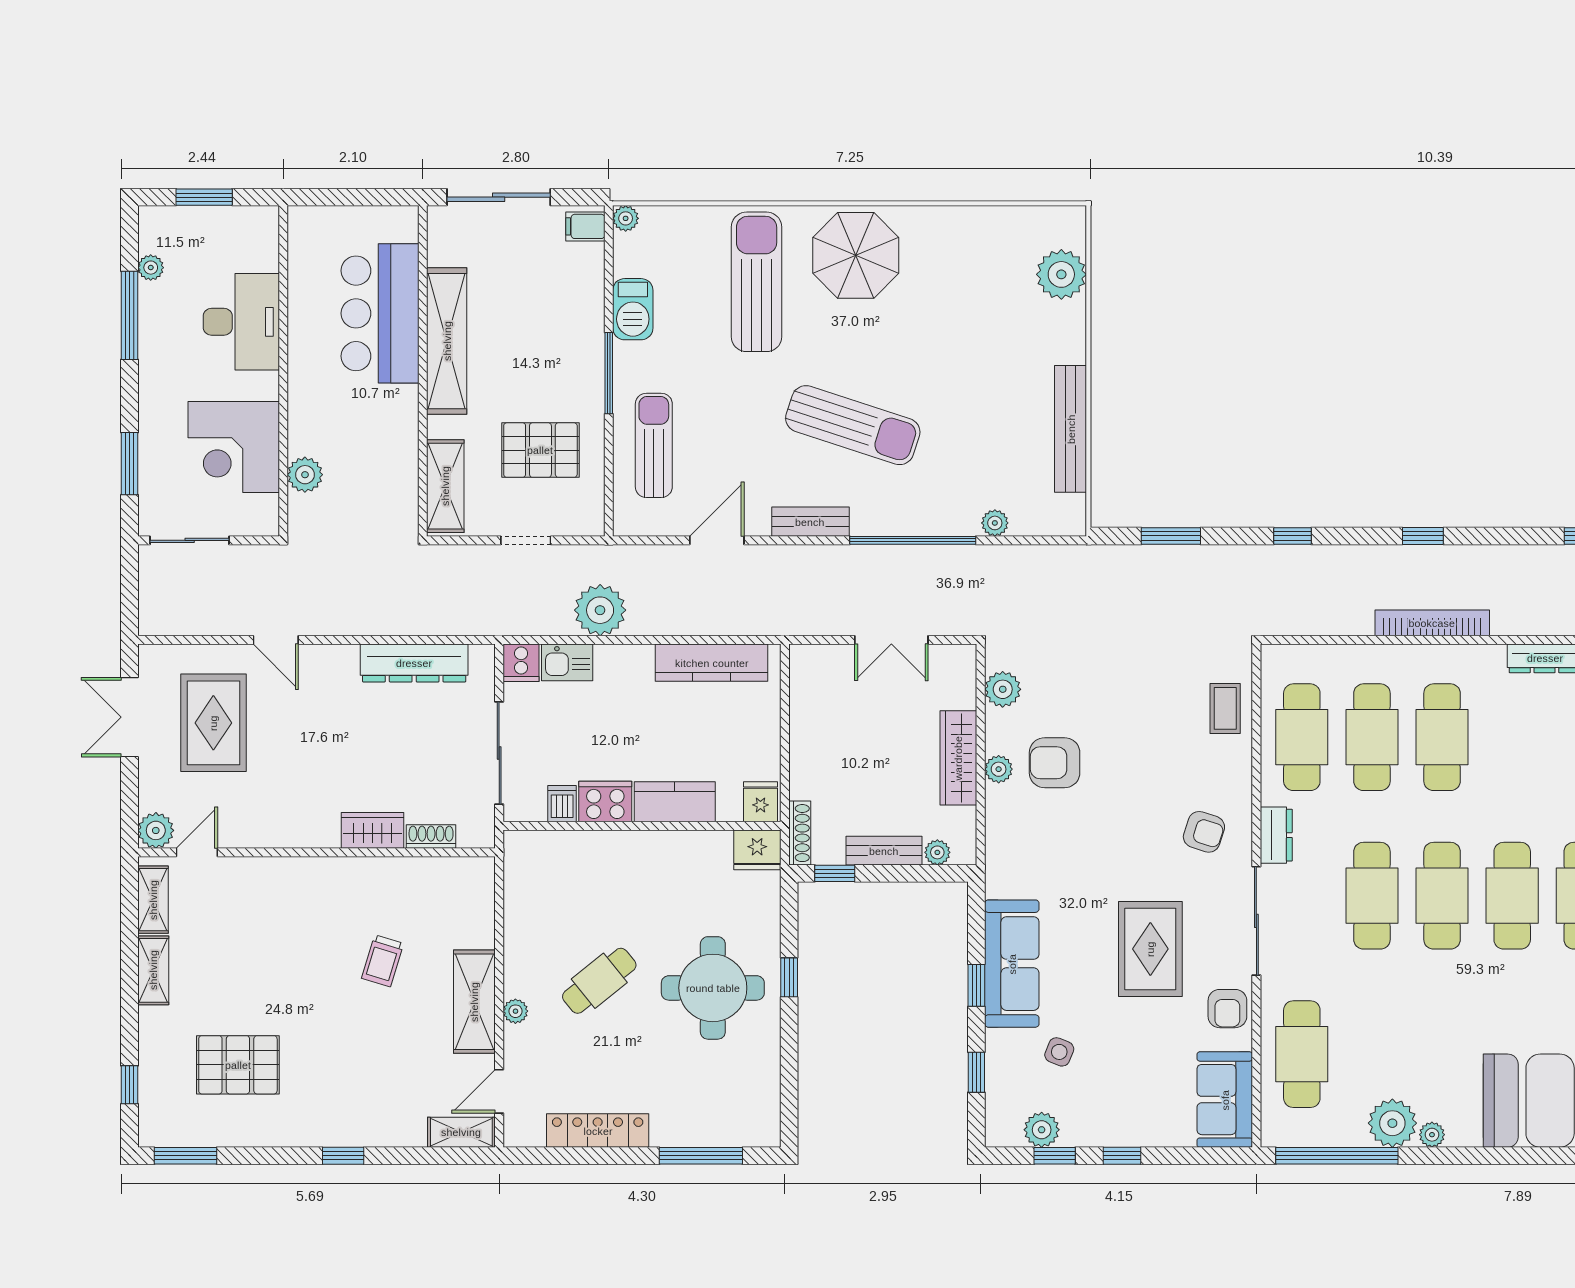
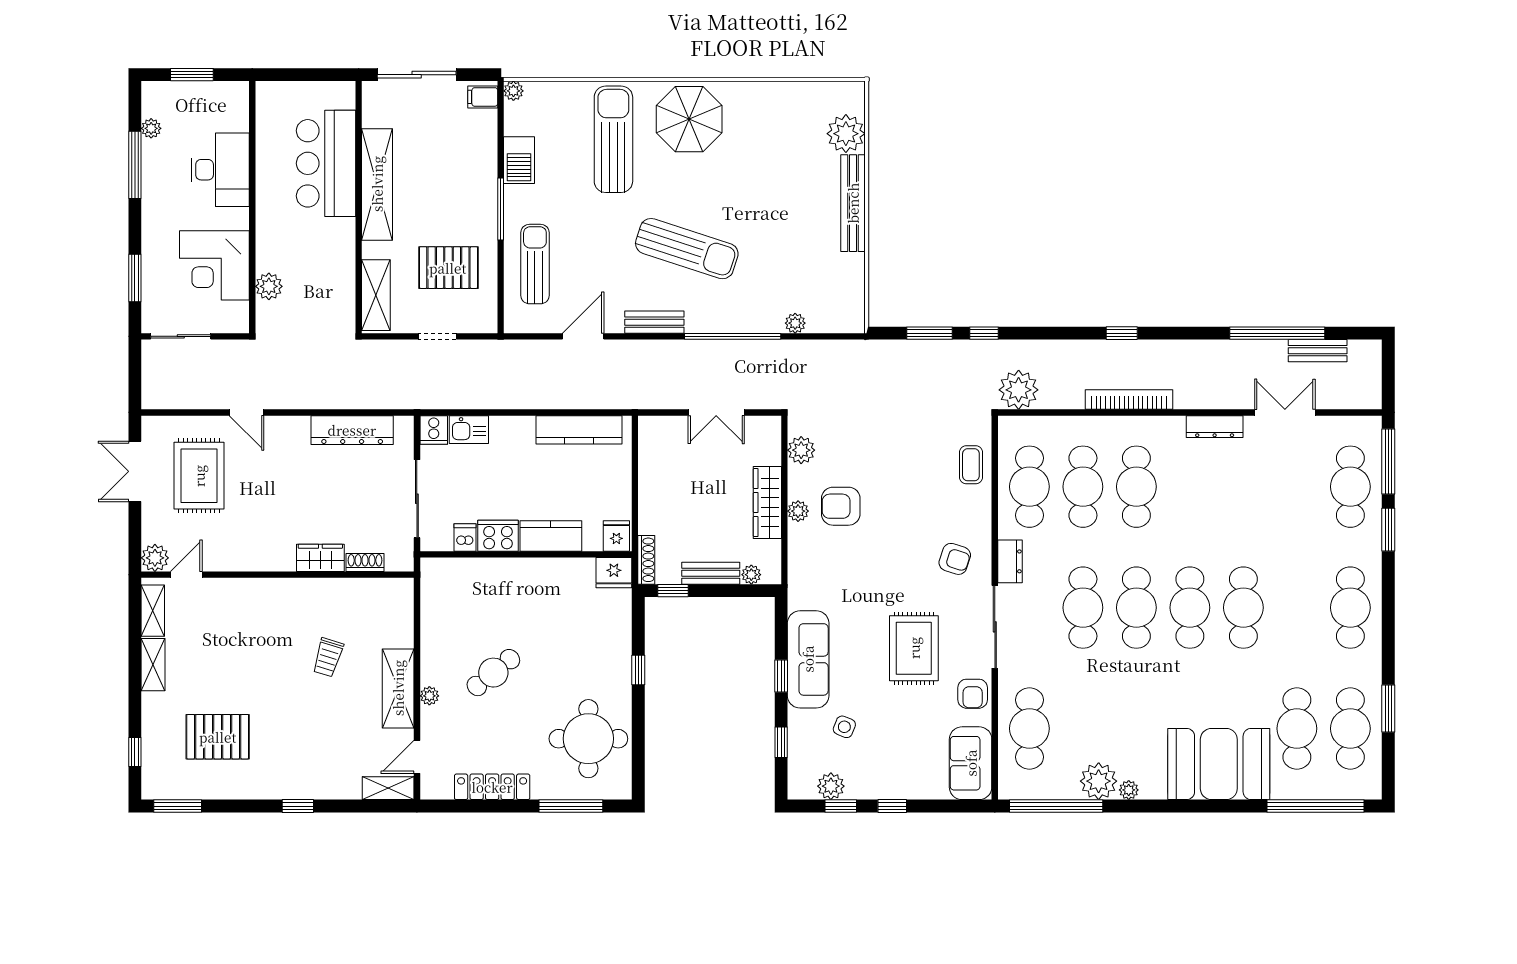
bench: (1071, 429) -> (853, 203), moved
window: (1293, 536) -> (984, 333), moved
plant: (600, 610) -> (1019, 390), moved
round table: (713, 988) -> (588, 739), moved

